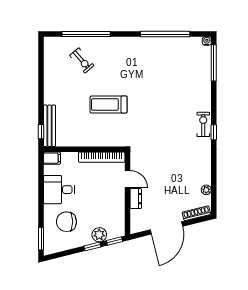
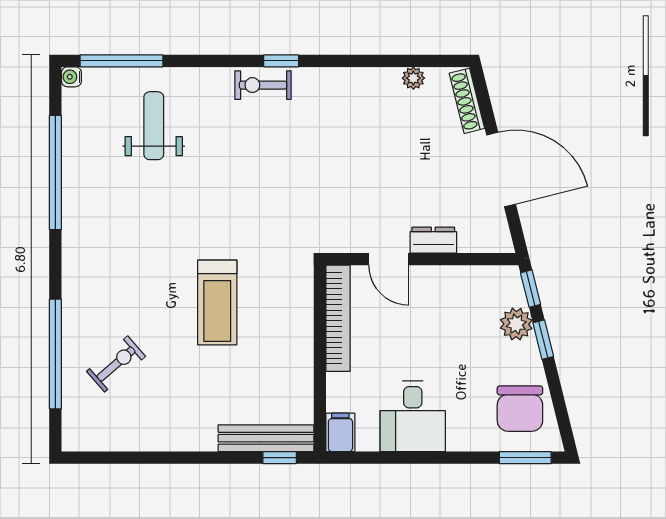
weight bench: (186, 77) -> (154, 126), added
door: (127, 179) -> (389, 259), swing flipped
chair: (66, 222) -> (520, 409), moved

